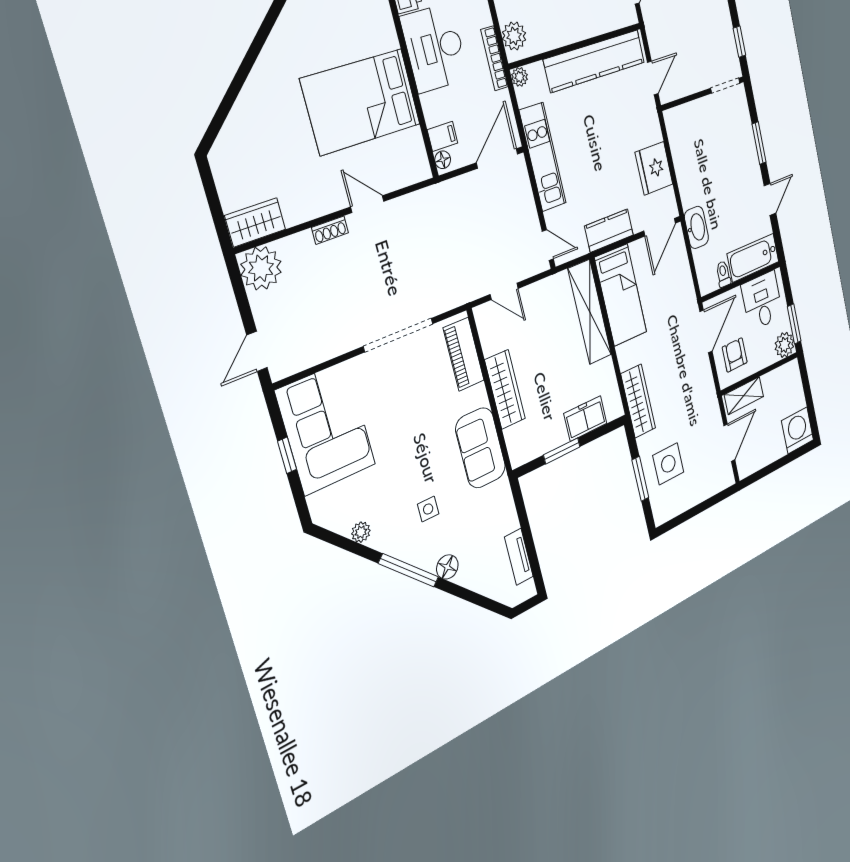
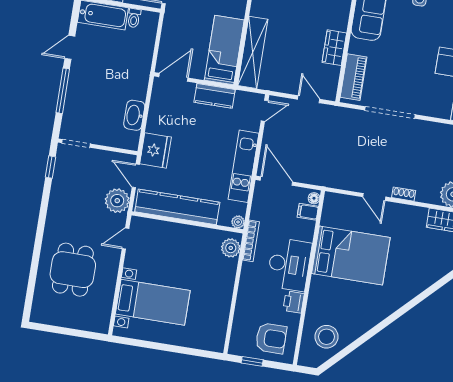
plant: (660, 35) -> (117, 201), added
door: (653, 78) -> (136, 176), hinge flipped
window: (759, 143) -> (63, 91), width x1.44
door: (497, 158) -> (276, 181), swing flipped
fridge: (654, 168) -> (155, 150), moved
washbasin: (696, 227) -> (134, 115), moved
door: (548, 245) -> (265, 111), swing flipped
wardrobe: (505, 389) -> (334, 48), width x0.67

